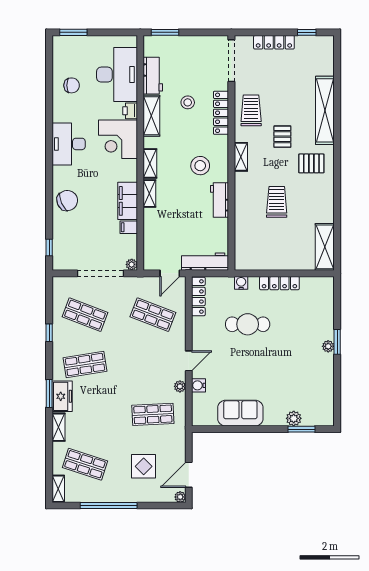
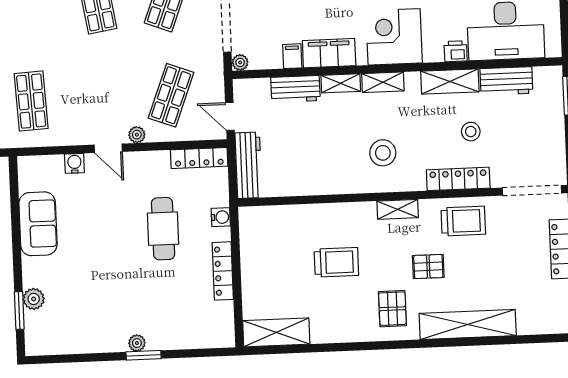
corner desk: (118, 139) -> (394, 37), moved
workbench: (219, 200) -> (295, 89), moved, turned 180
plant: (180, 386) -> (137, 135), moved

